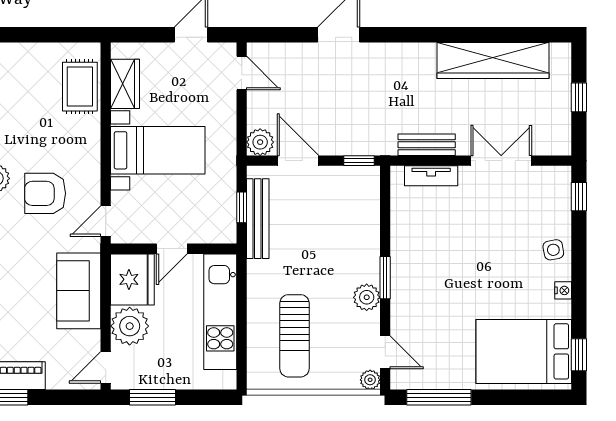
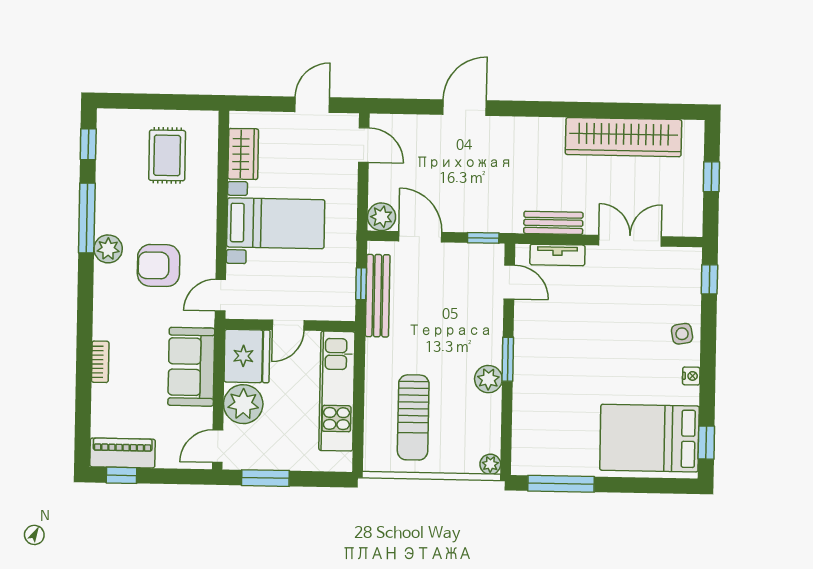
rug: (80, 87) -> (167, 155), moved
door: (385, 352) -> (509, 282), moved

